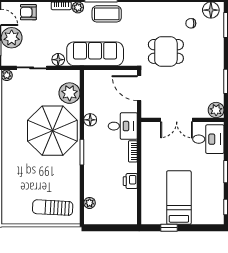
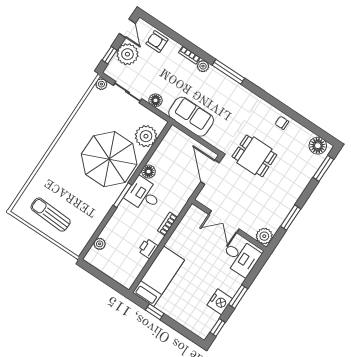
coffee table: (107, 14) -> (224, 89), removed
chair: (191, 23) -> (282, 123), moved
sofa: (95, 54) -> (191, 117), width x0.73
desk: (123, 126) -> (144, 194), moved, turned 180
nightstand: (215, 186) -> (220, 302), added
bed: (179, 198) -> (159, 276), moved
sun lounger: (53, 208) -> (51, 215), moved

